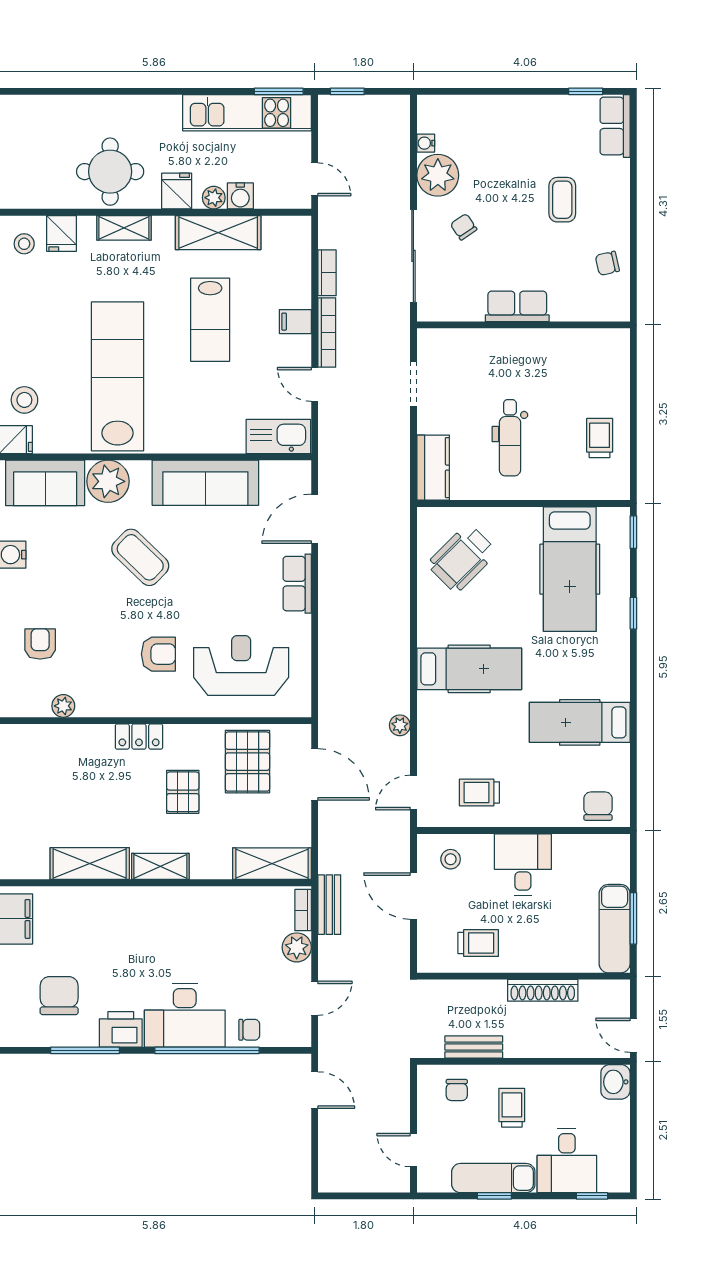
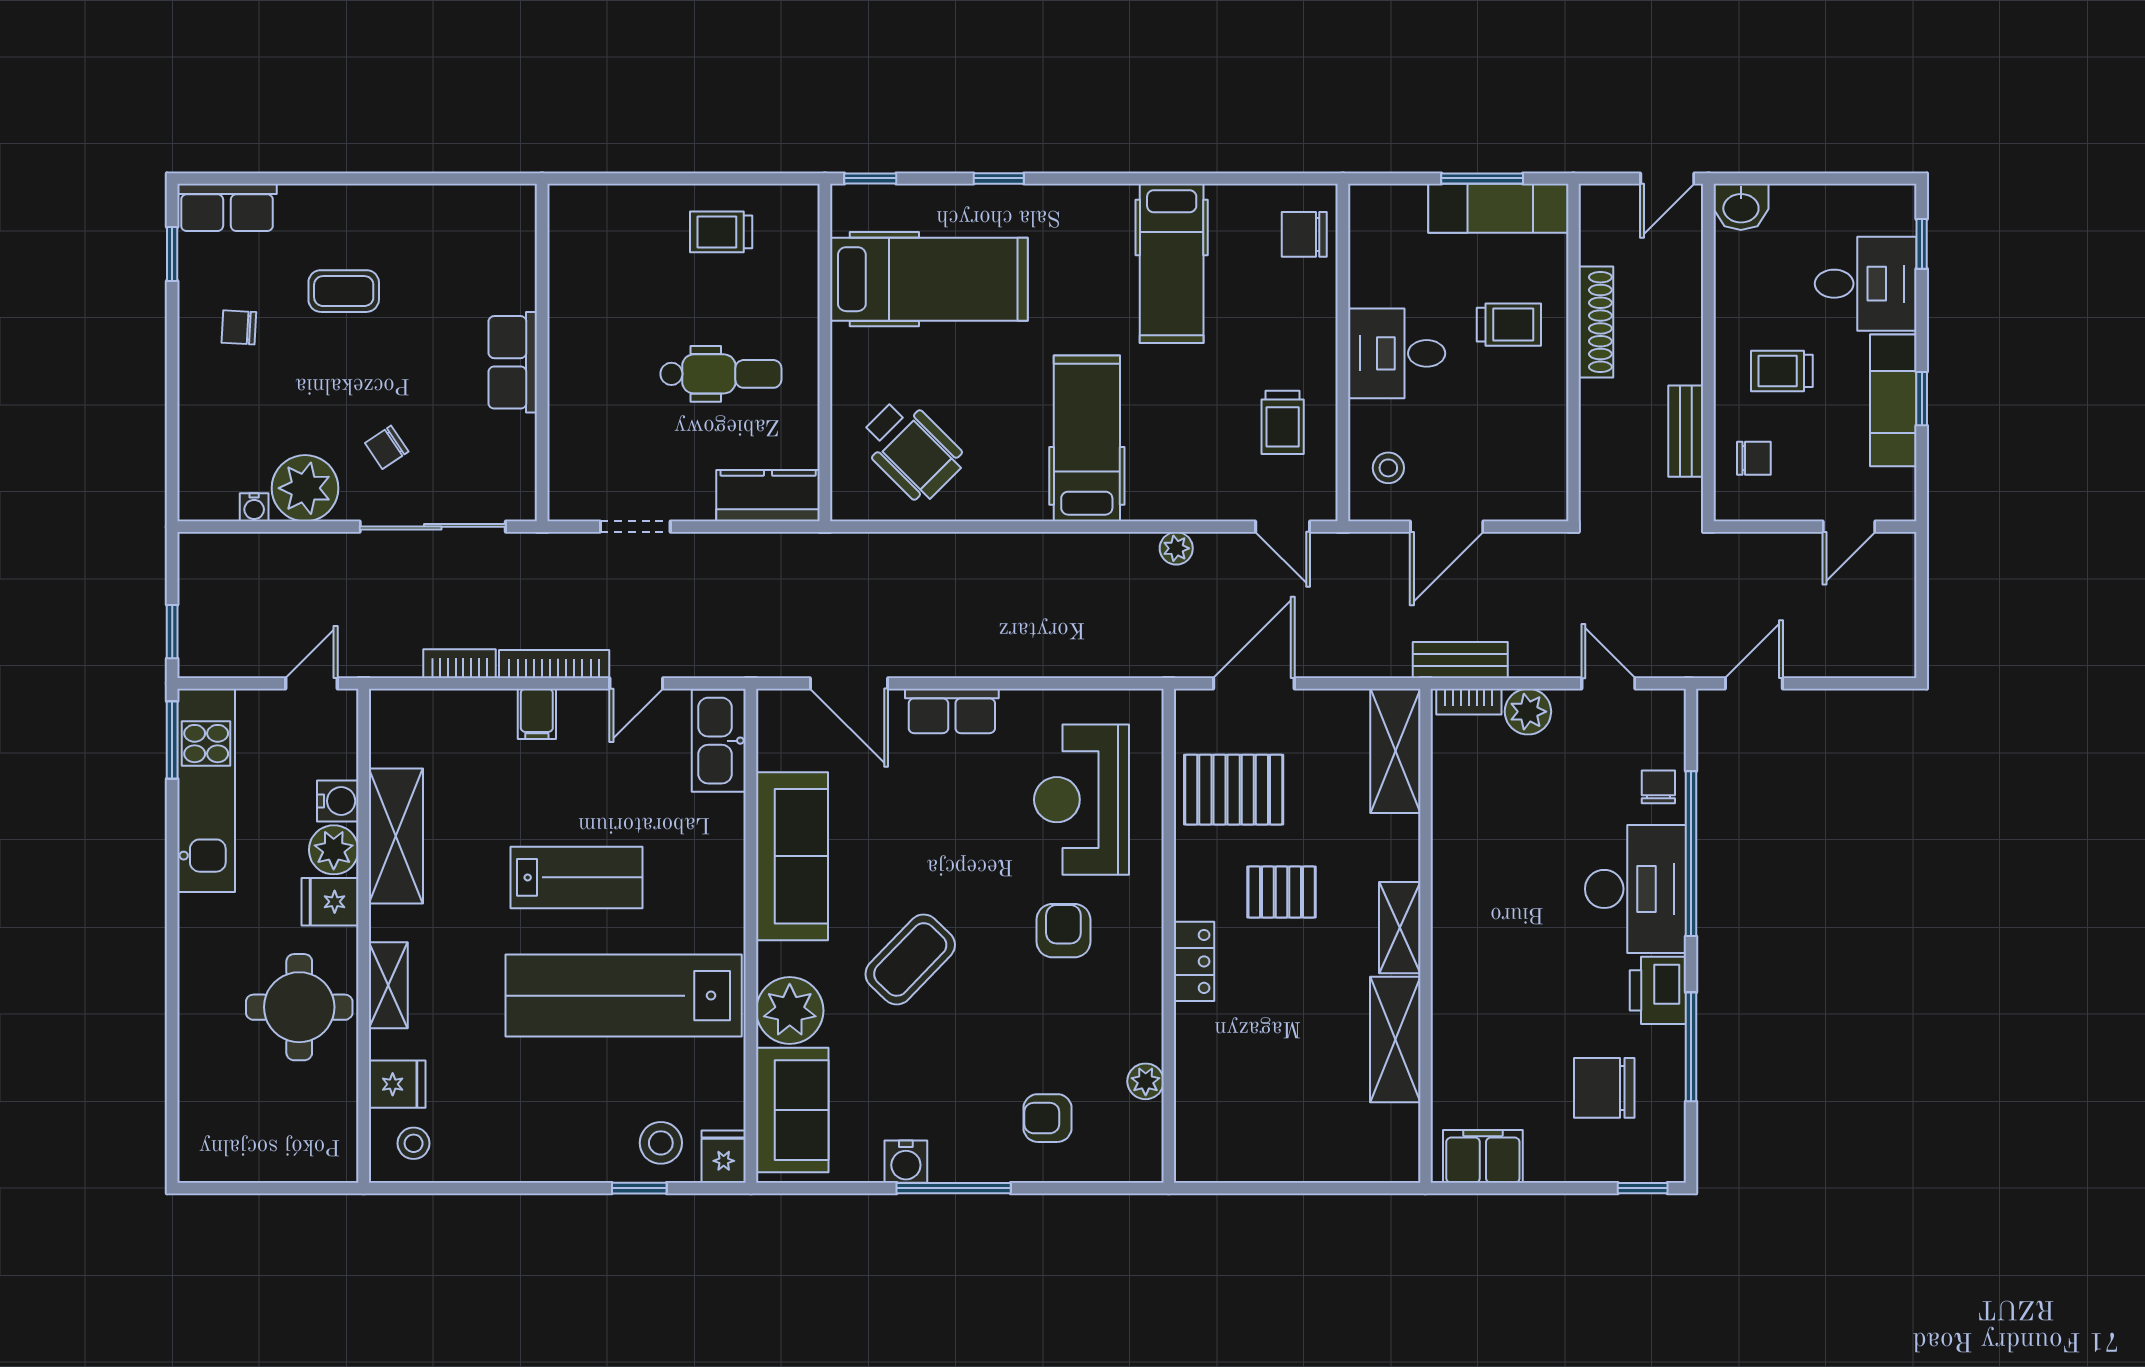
plant: (214, 198) -> (334, 850), width x1.38, depth x1.38
chair: (607, 263) -> (239, 327), moved, turned 106
lab bench: (210, 320) -> (576, 877), moved
trolley: (478, 943) -> (1509, 325), moved, turned 90

